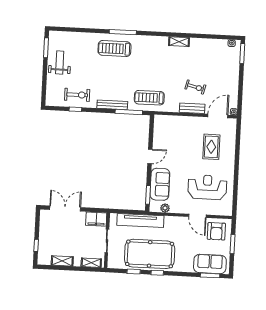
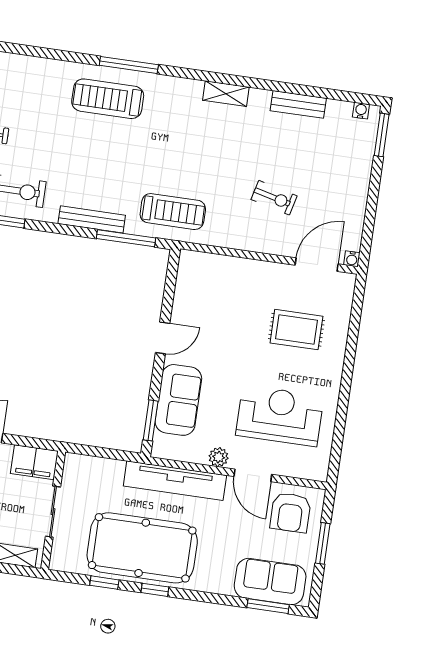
shelving: (179, 42) -> (226, 94), moved
treadmill: (149, 98) -> (173, 212), turned 180
bench: (192, 108) -> (298, 104), moved
rug: (211, 147) -> (296, 330), turned 90
plant: (165, 208) -> (219, 457), moved
tv unit: (140, 220) -> (175, 481), moved

